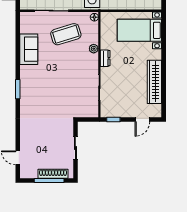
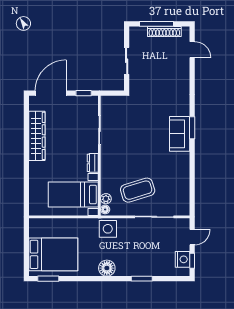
bed with nightstands: (139, 30) -> (73, 194), moved, turned 180
sofa: (29, 49) -> (180, 134), moved
plant: (94, 49) -> (106, 199), moved
door: (142, 120) -> (51, 93), width x1.88
shoe rack: (53, 174) -> (164, 32), moved

